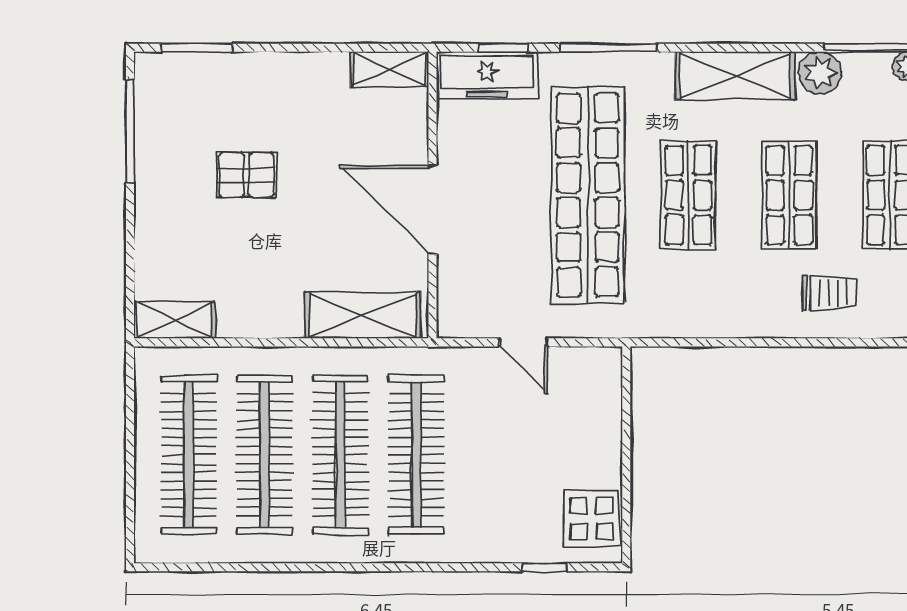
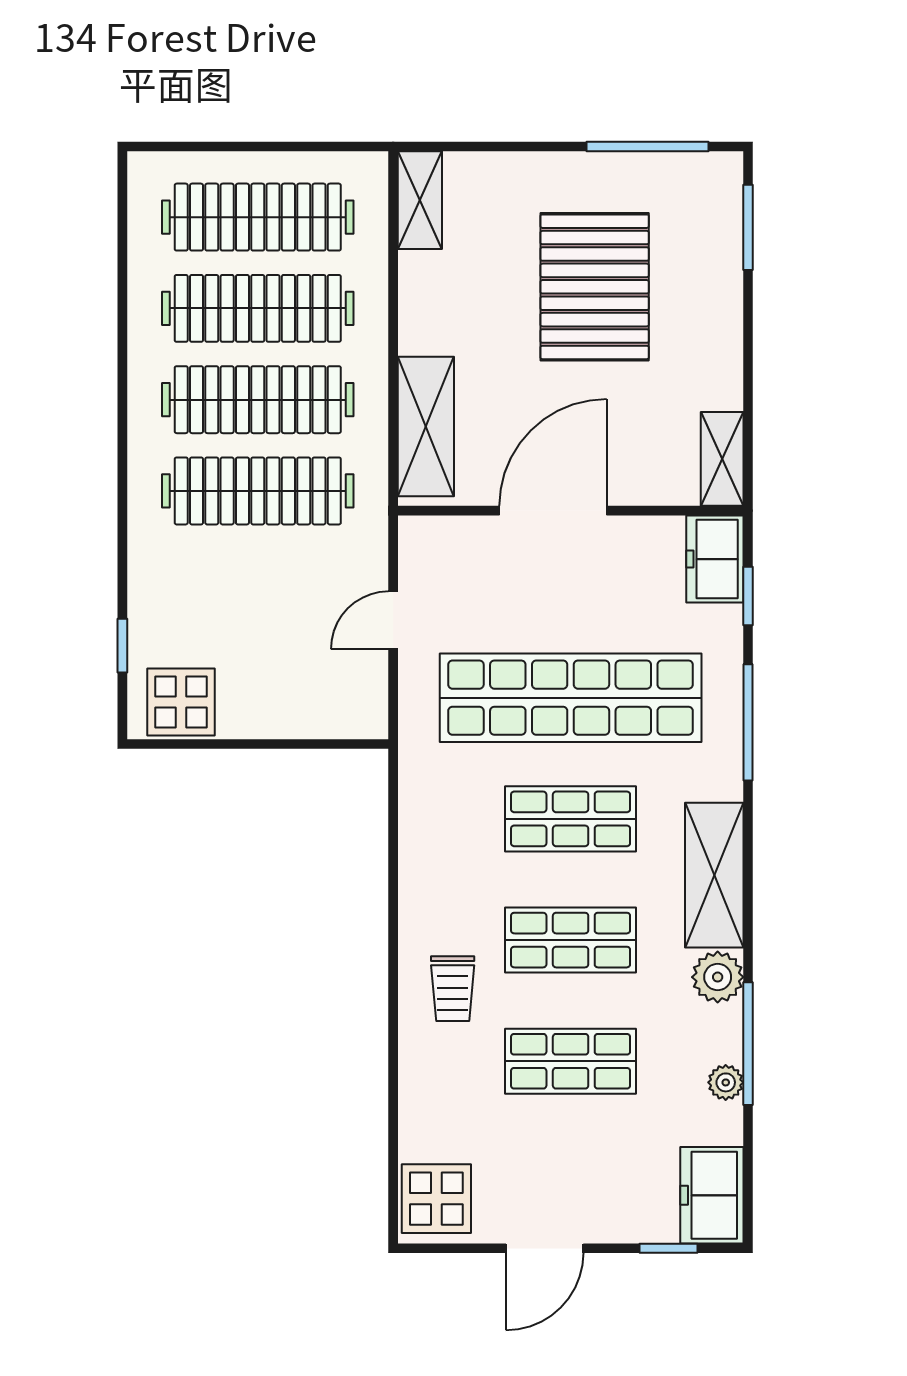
freezer: (487, 75) -> (715, 559), width x0.71
pallet: (247, 175) -> (595, 287), width x2.05, depth x2.00

